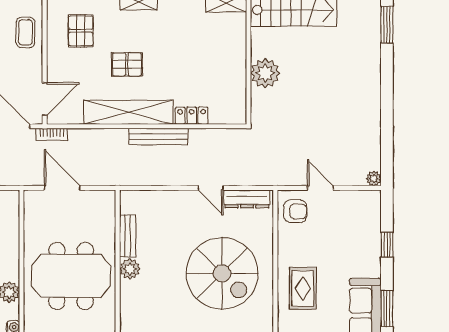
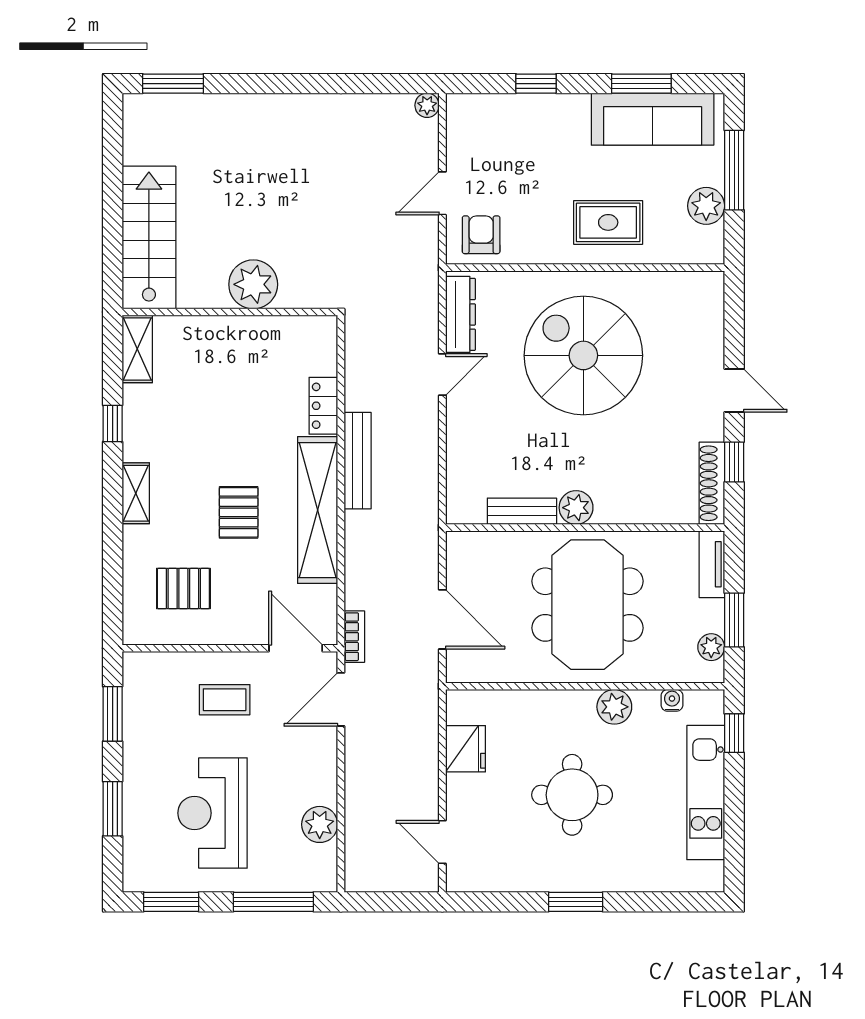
coffee table: (25, 32) -> (225, 700), moved
door: (62, 188) -> (442, 619), swing flipped
spiral stairs: (222, 273) -> (583, 355), turned -90

